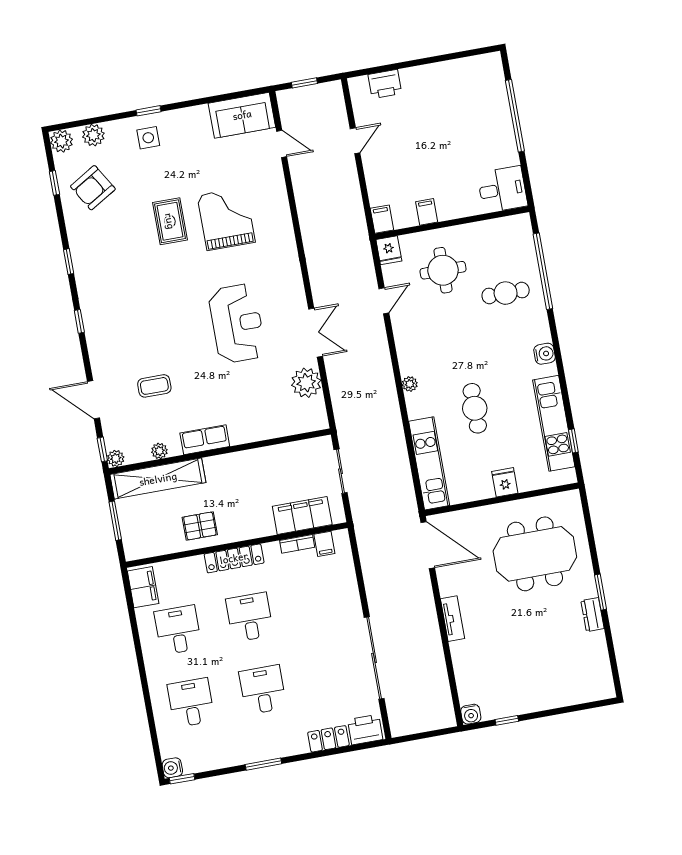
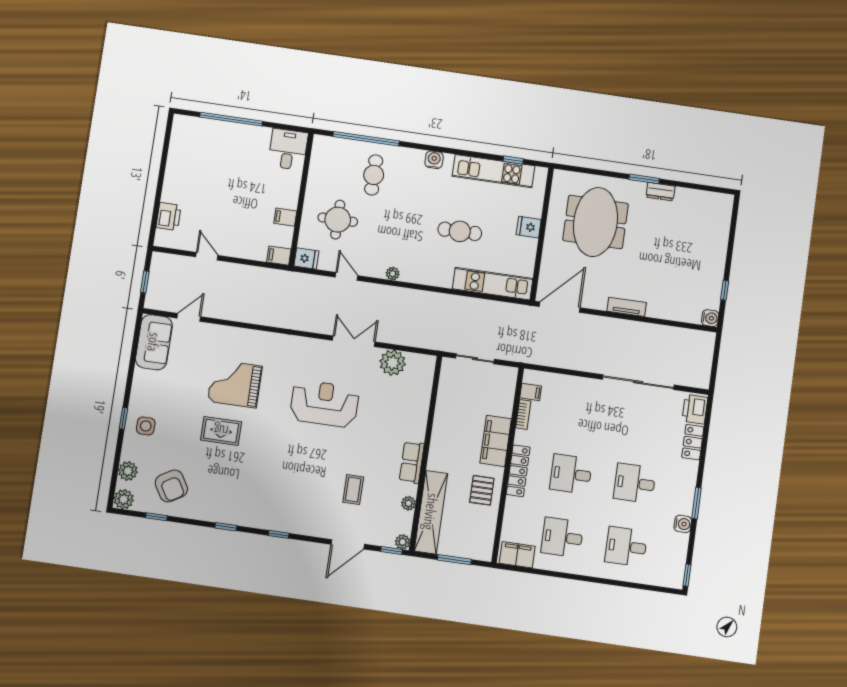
plant: (410, 384) -> (393, 274), moved
filing cabinet: (302, 515) -> (496, 441), moved
water cooler: (172, 768) -> (683, 524), moved, turned -90

